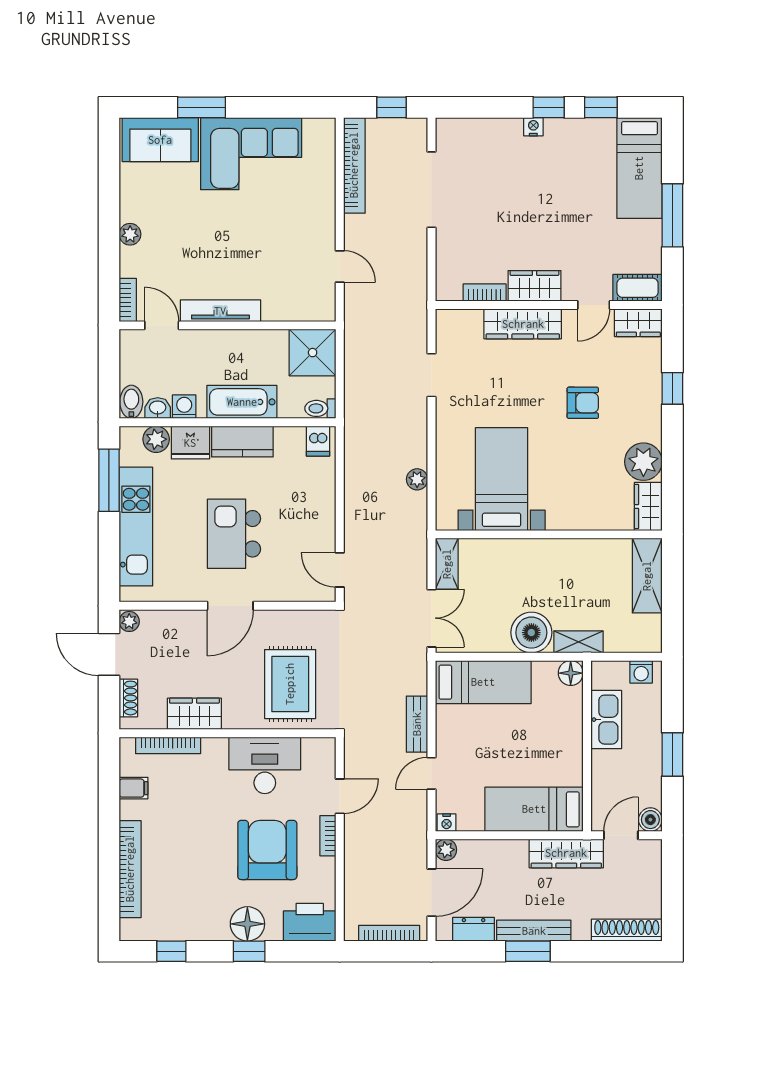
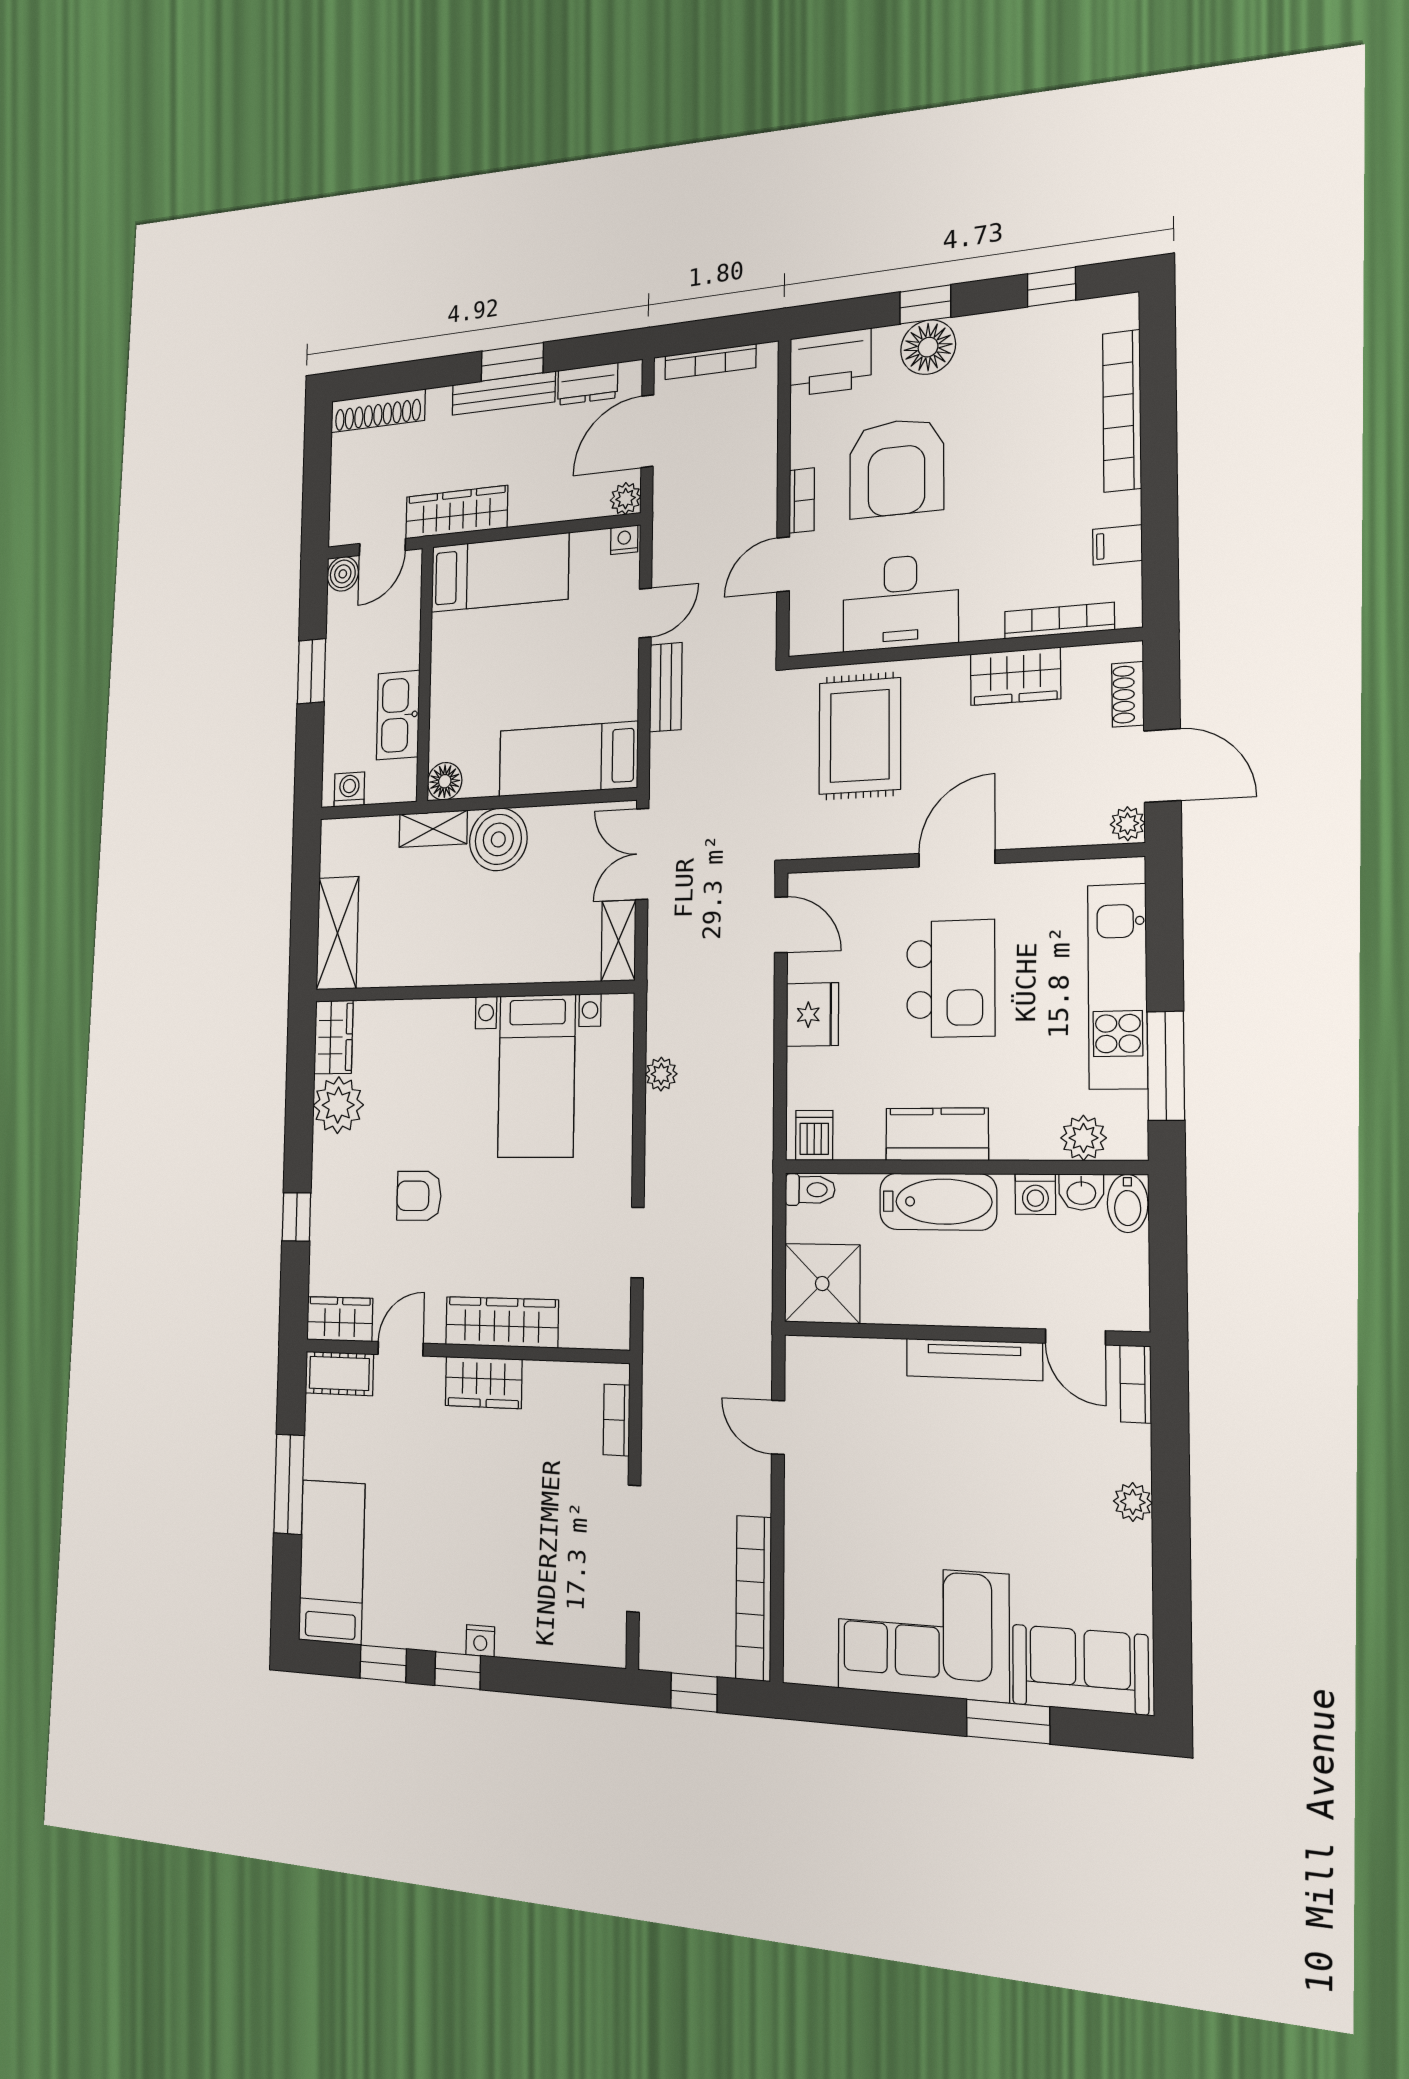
bookcase: (485, 293) -> (616, 1420), moved, turned 90
fridge: (190, 443) -> (812, 1015), moved, turned 90

